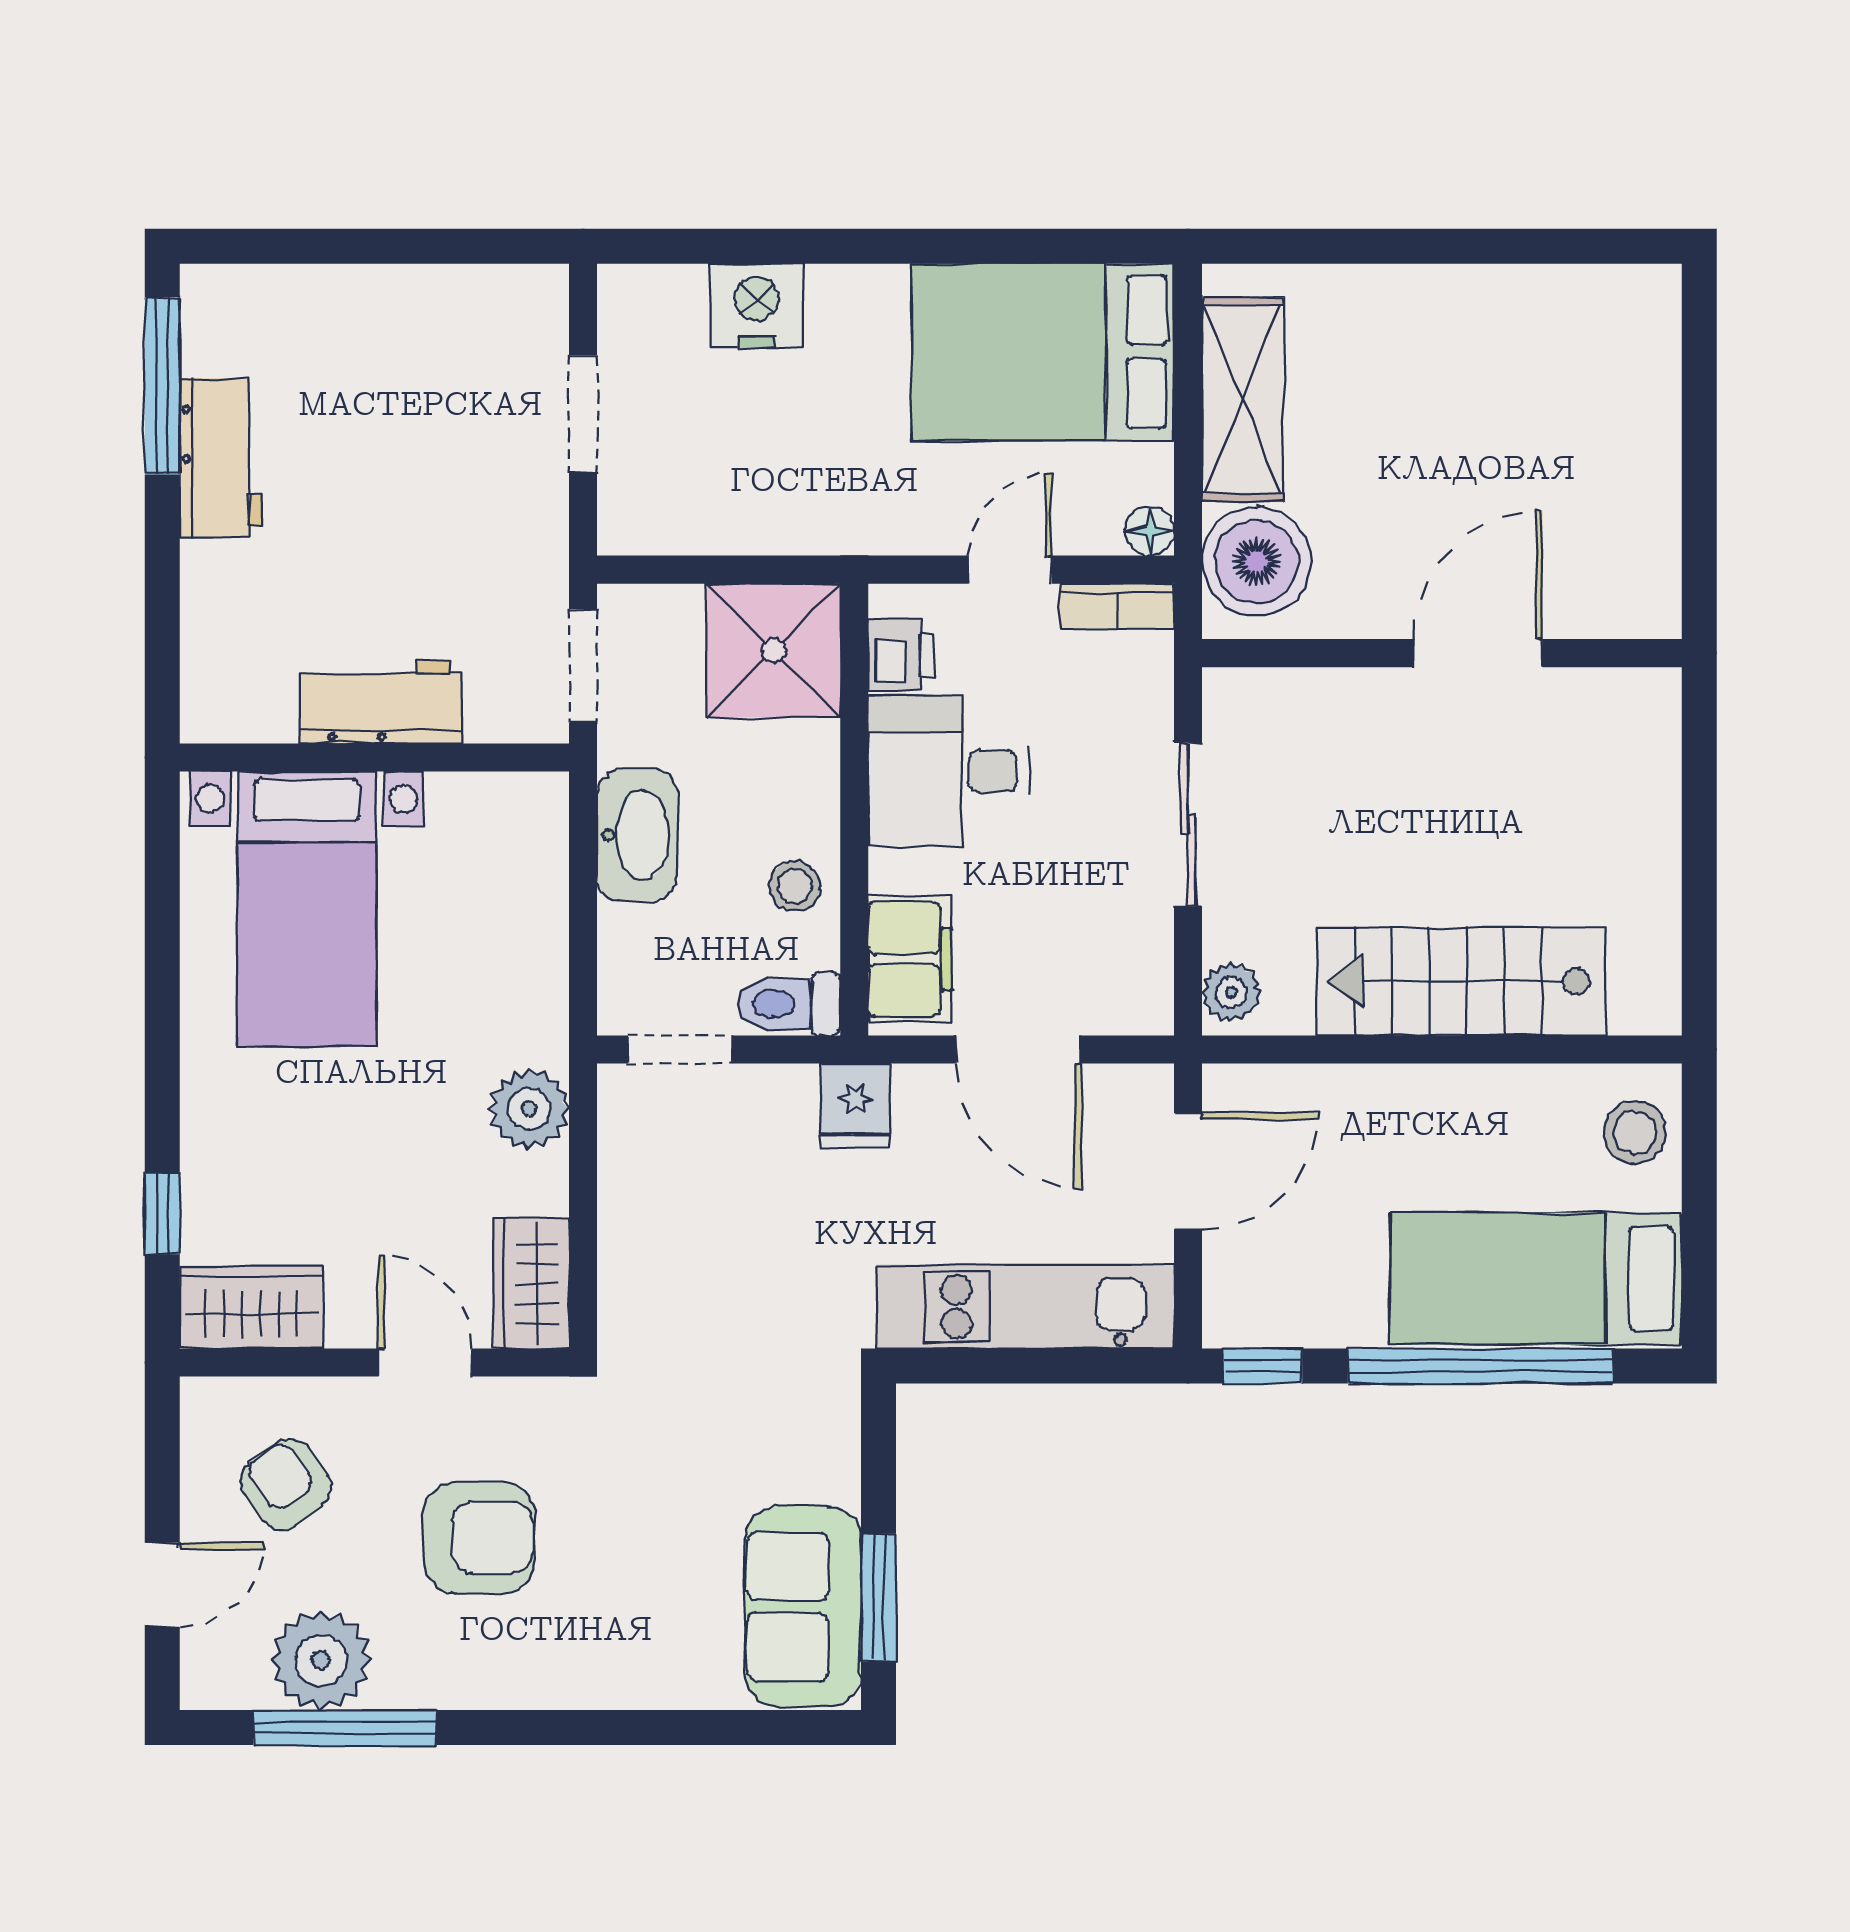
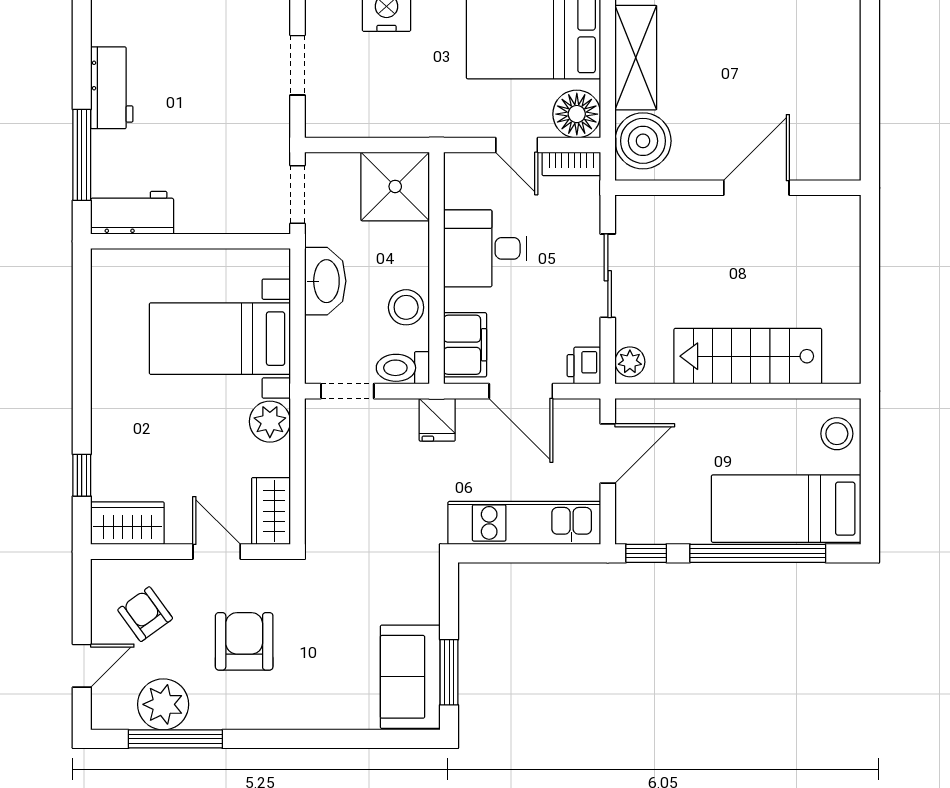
window: (162, 386) -> (82, 155), moved
floor lamp: (1149, 531) -> (577, 114), width x1.89, depth x1.89
door: (1010, 570) -> (517, 145), swing flipped
printer: (901, 655) -> (584, 366), moved, turned 180
workbench: (381, 702) -> (132, 213), moved
stool: (795, 886) -> (406, 307), width x1.37, depth x1.37
bed with nightstands: (307, 909) -> (220, 339), moved, turned 90
armchair: (479, 1538) -> (244, 641), turned -90

